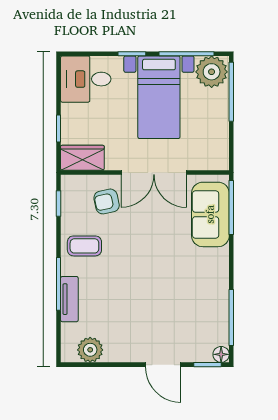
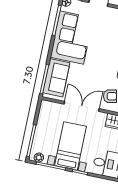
plant: (212, 72) -> (39, 158), width x0.53, depth x0.53
corner sofa: (198, 292) -> (72, 38), added

